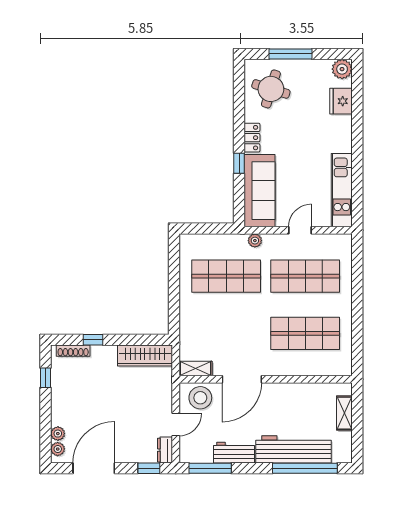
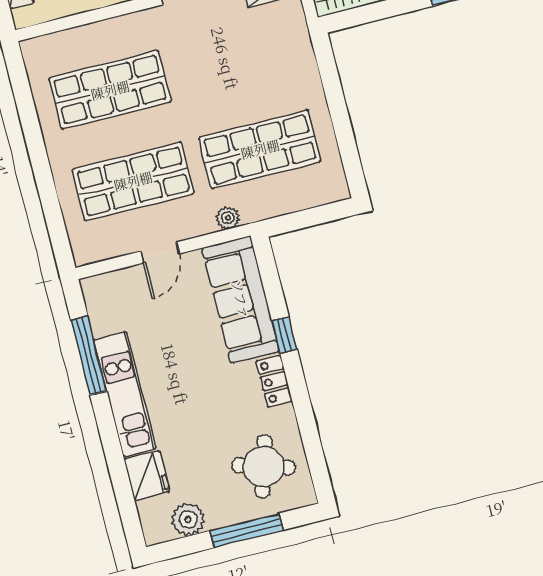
plant: (342, 69) -> (188, 519), moved
window: (357, 180) -> (89, 356), added
kitchen unit: (342, 190) -> (125, 394), moved

